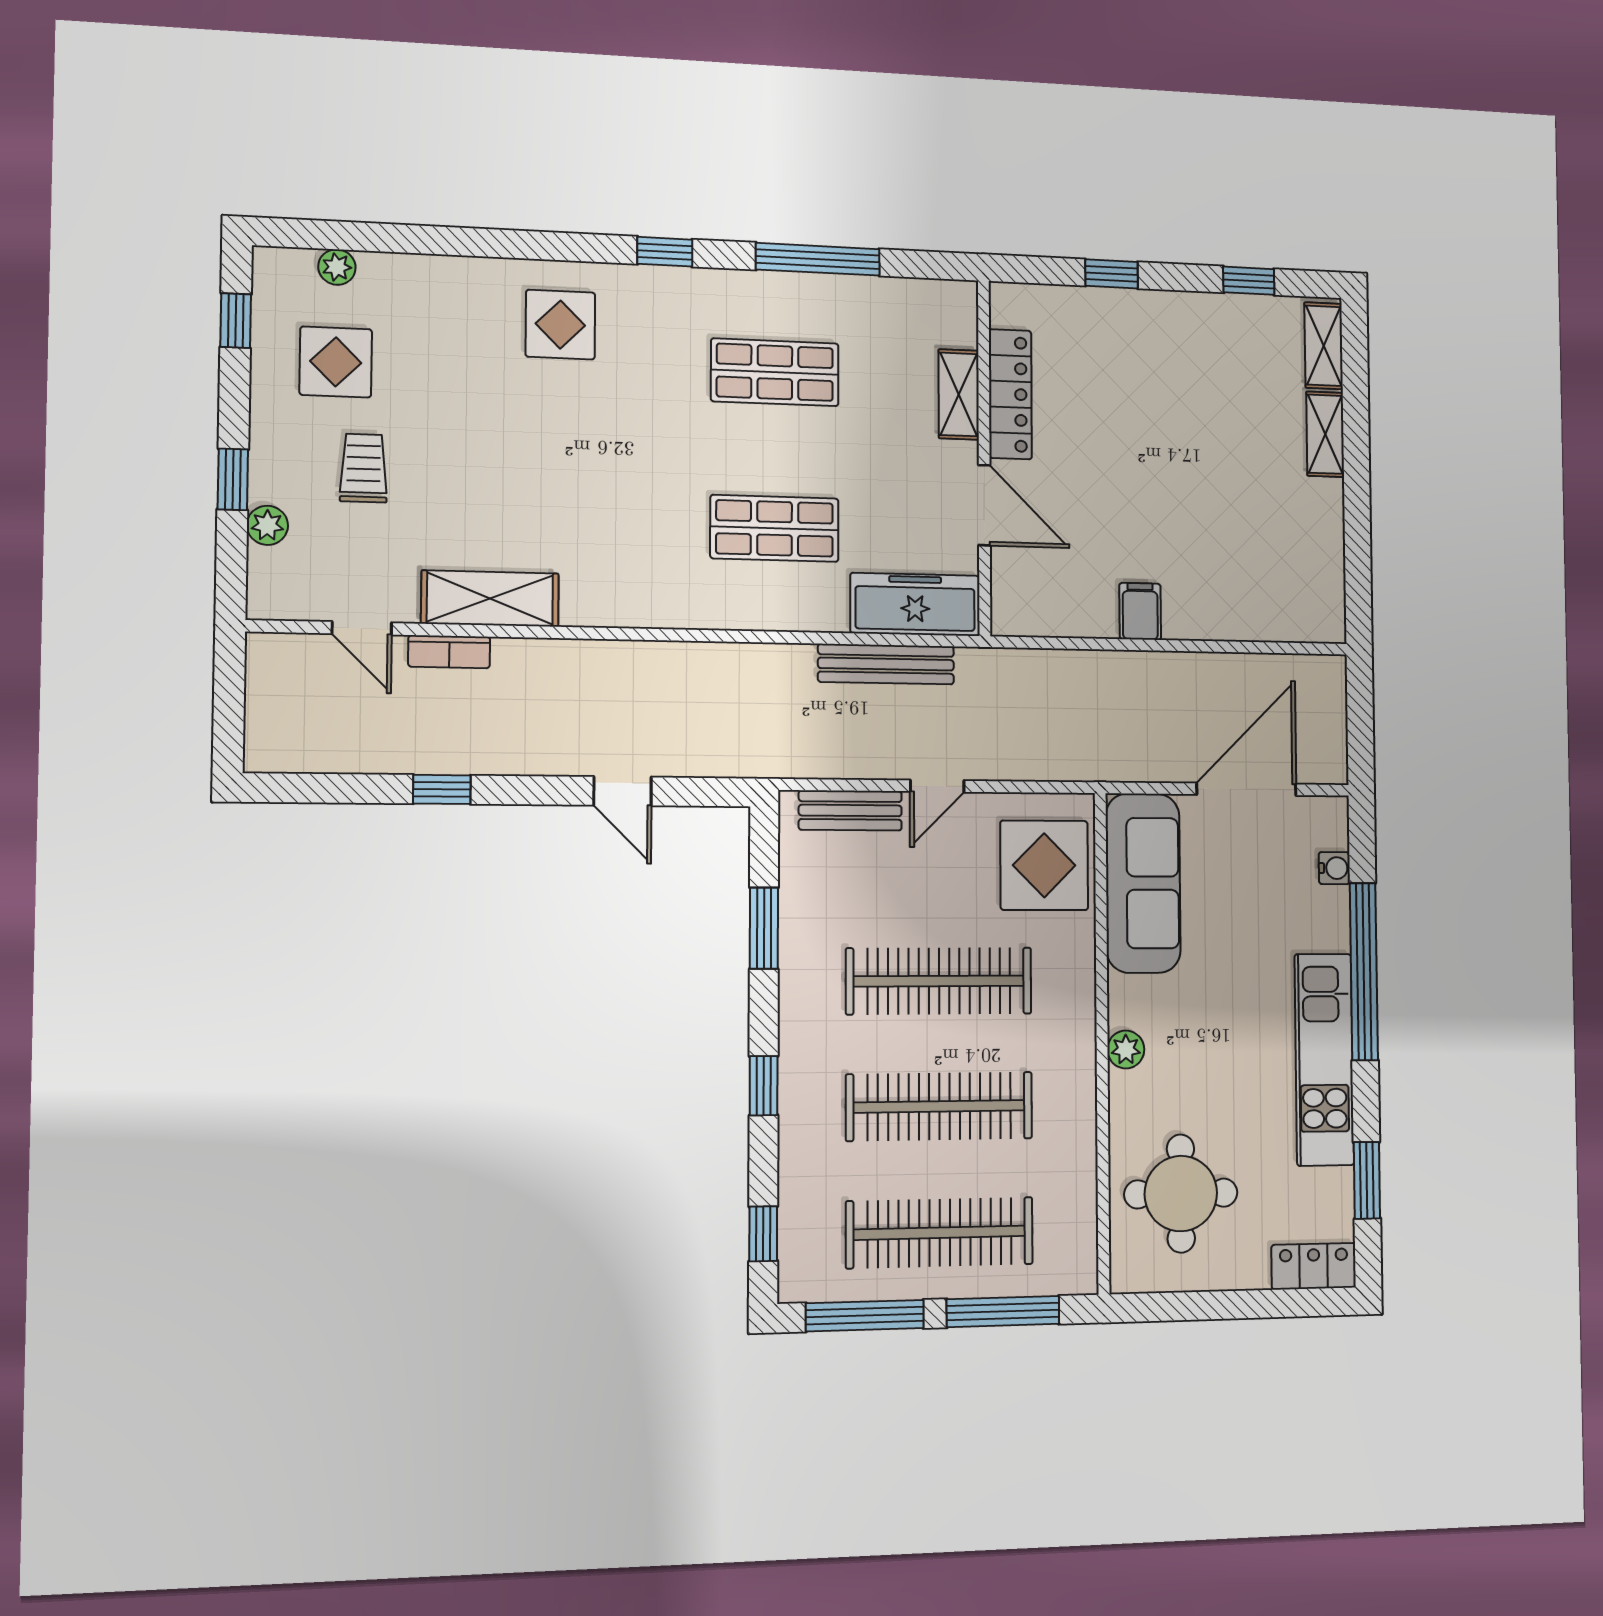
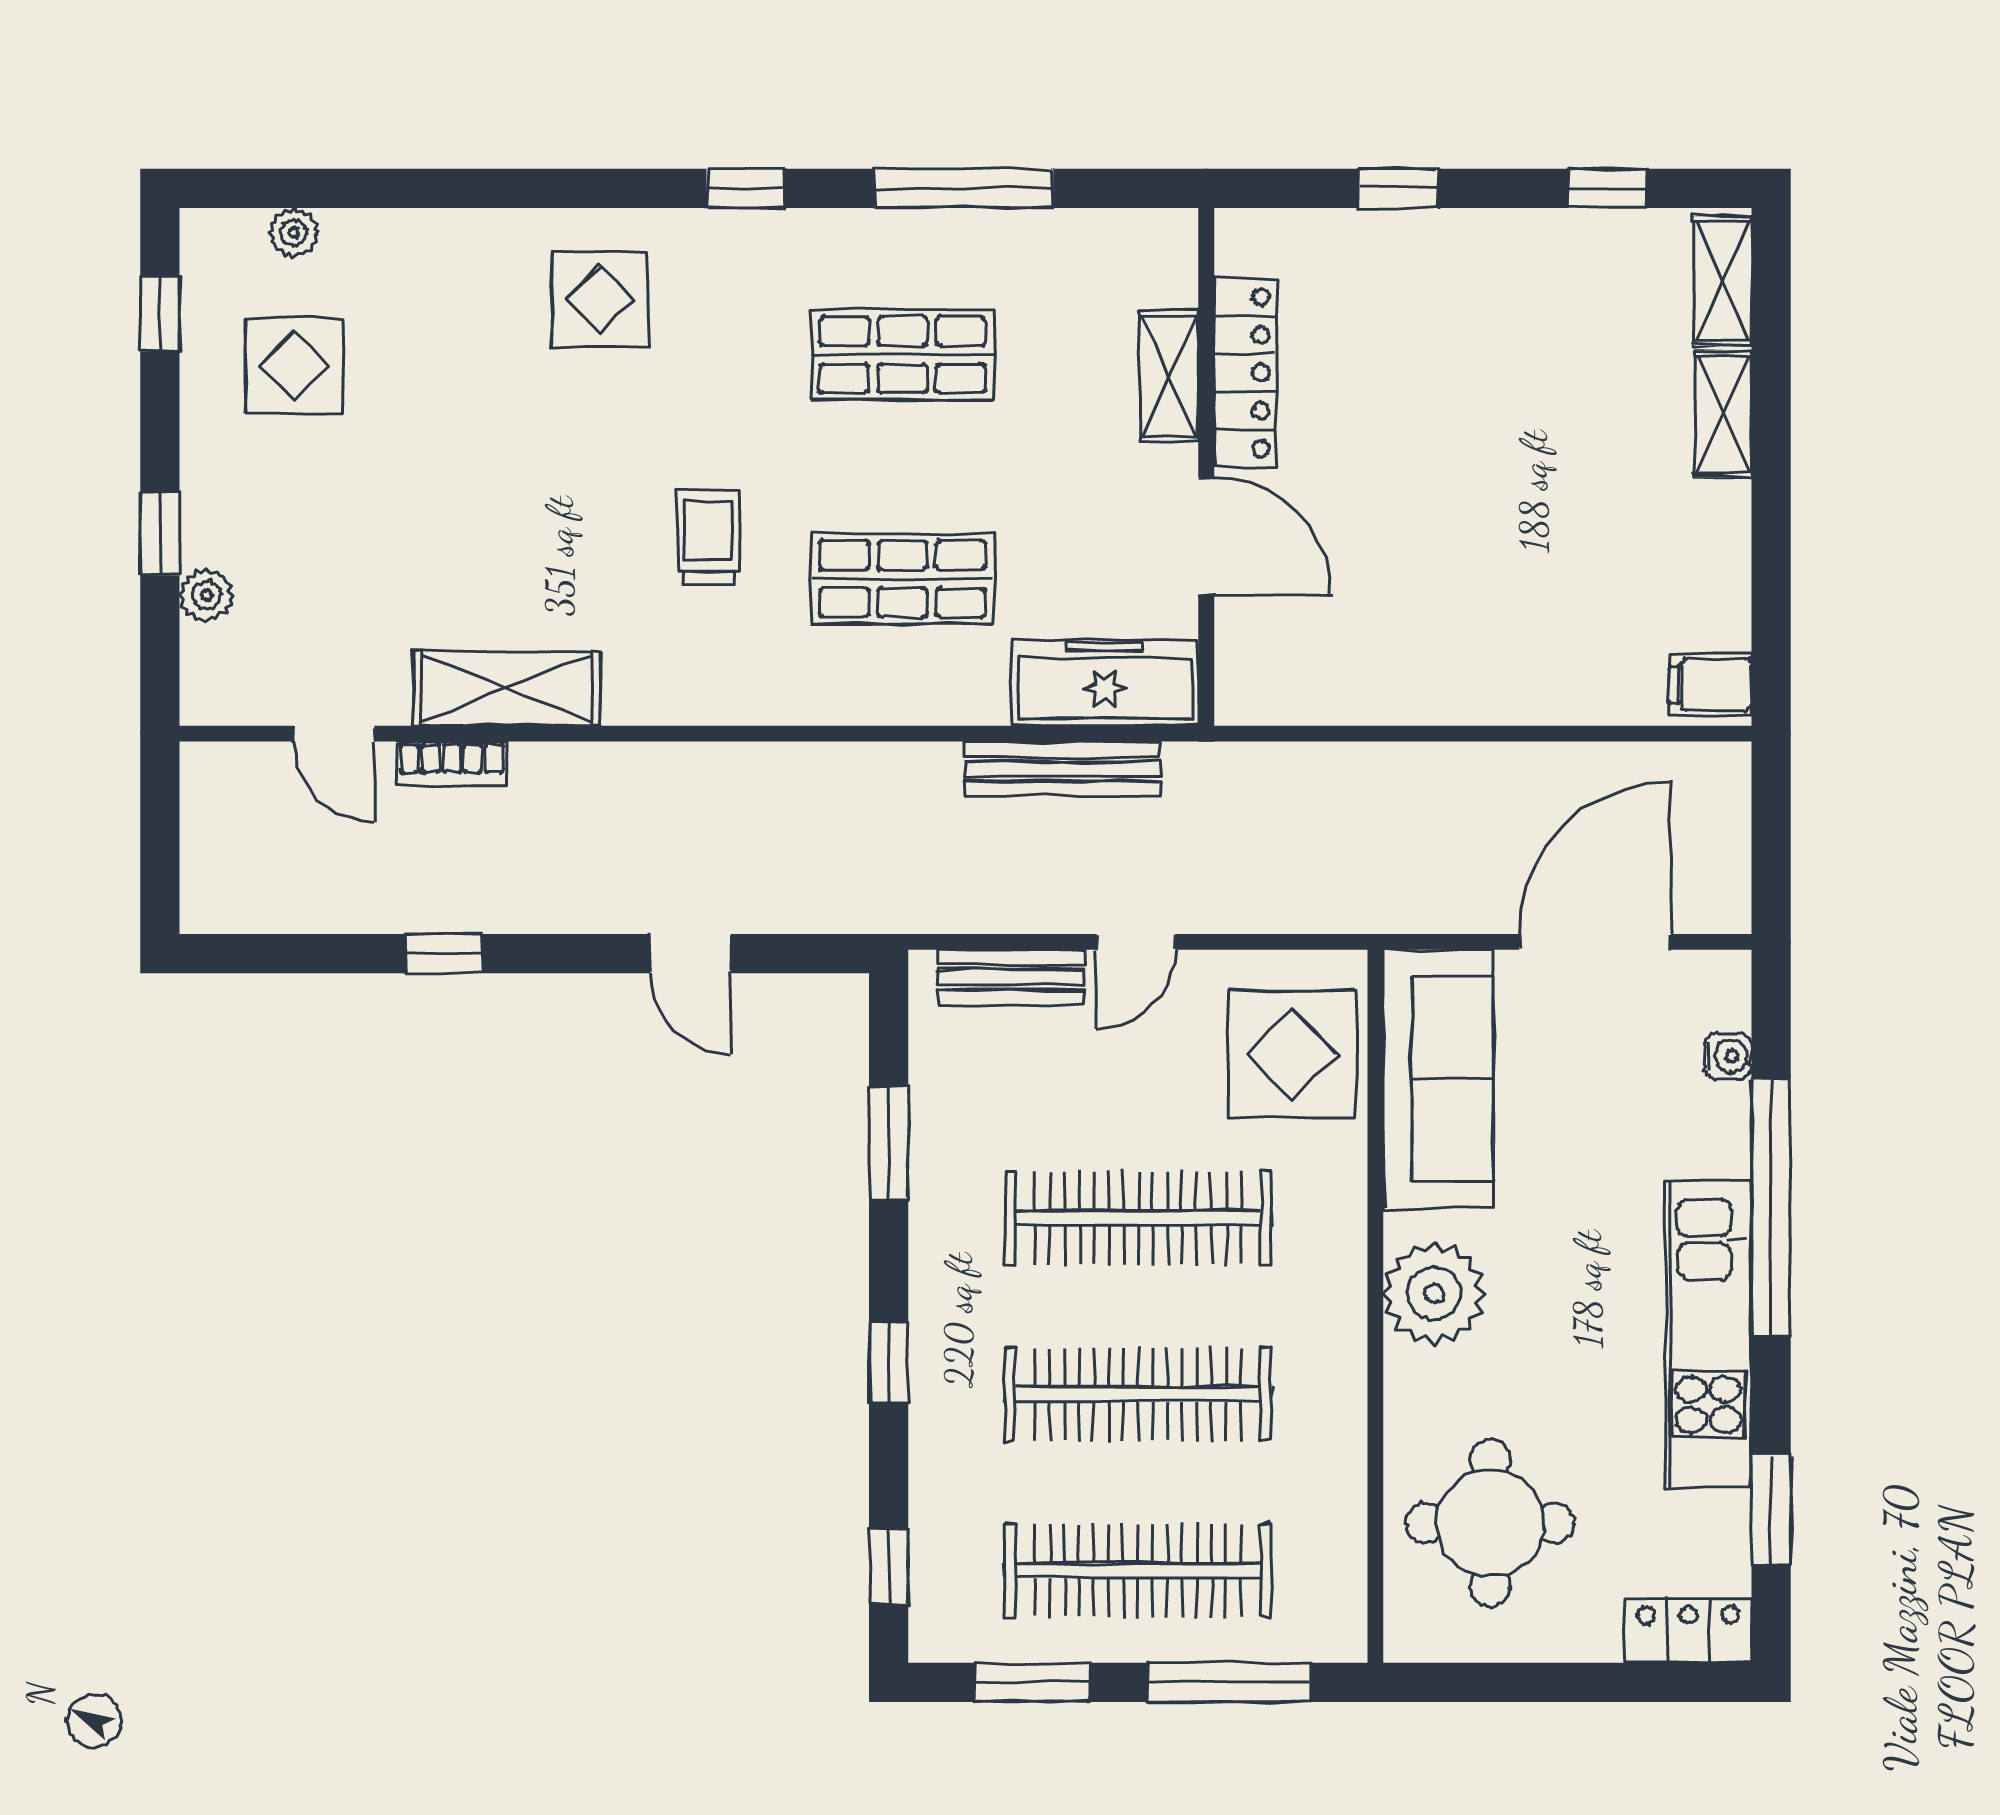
trolley: (364, 468) -> (709, 537), moved
filing cabinet: (1140, 611) -> (1710, 684), moved, turned -90
plant: (1126, 1050) -> (1434, 1293), width x1.88, depth x1.88
window: (865, 1316) -> (1032, 1682), width x0.69

